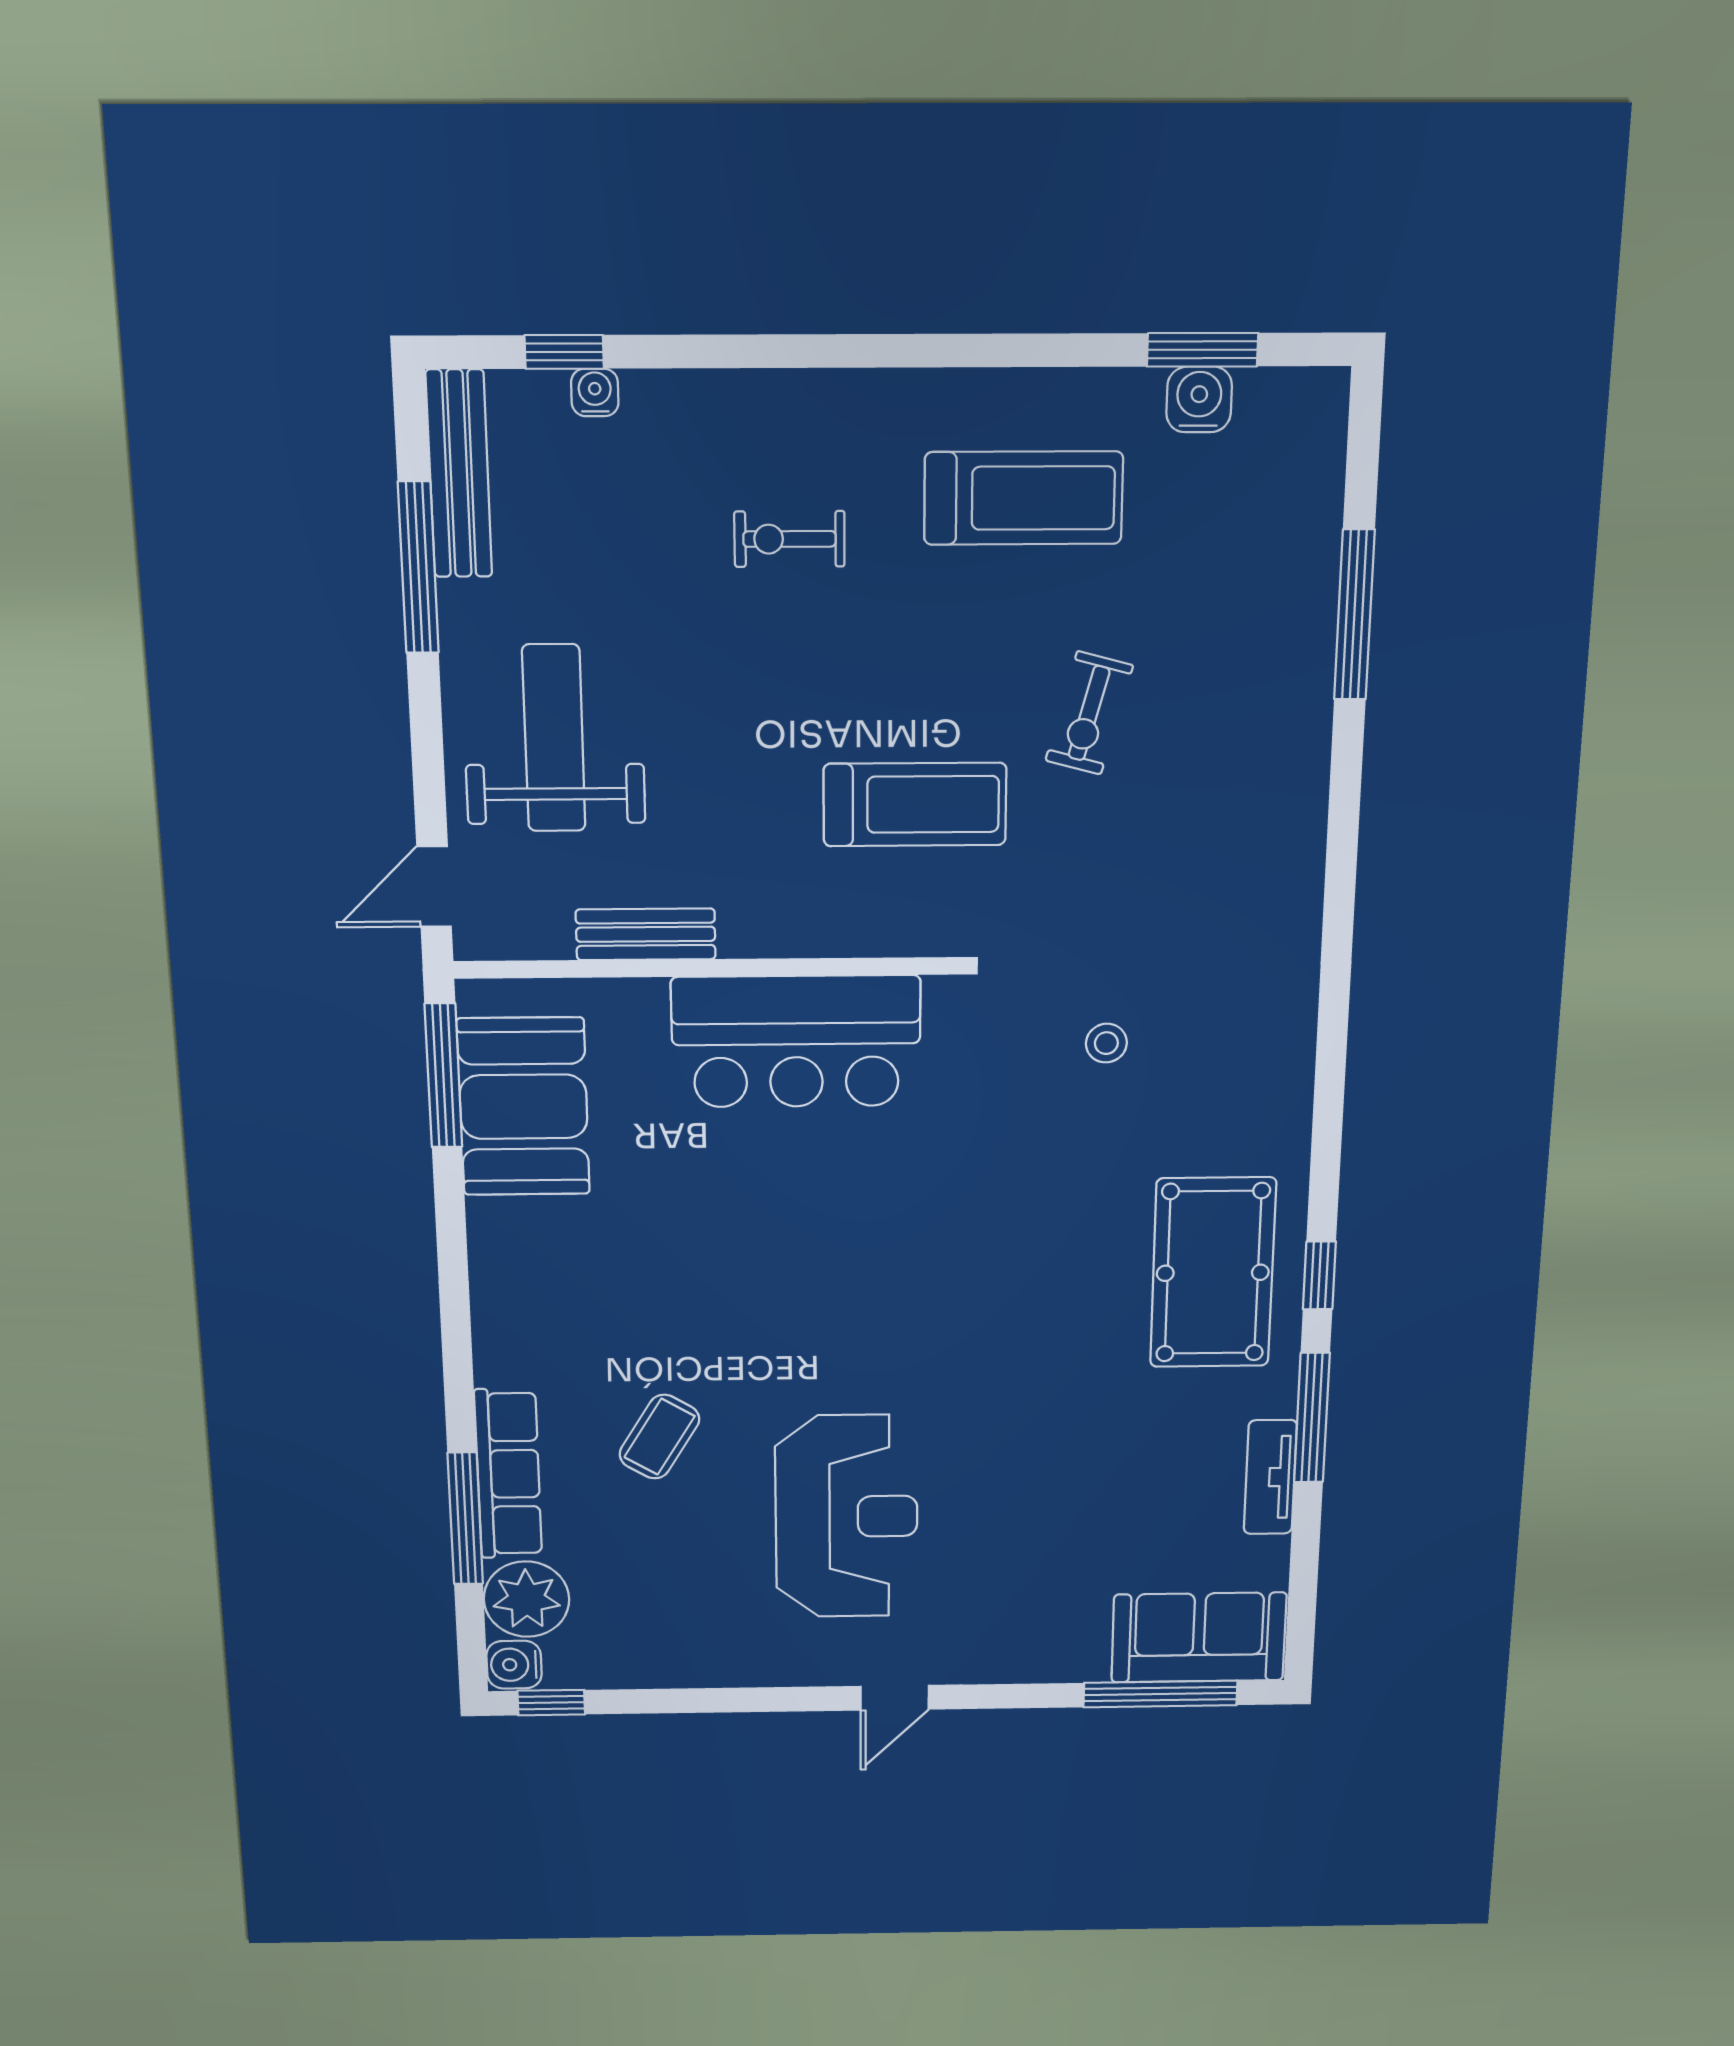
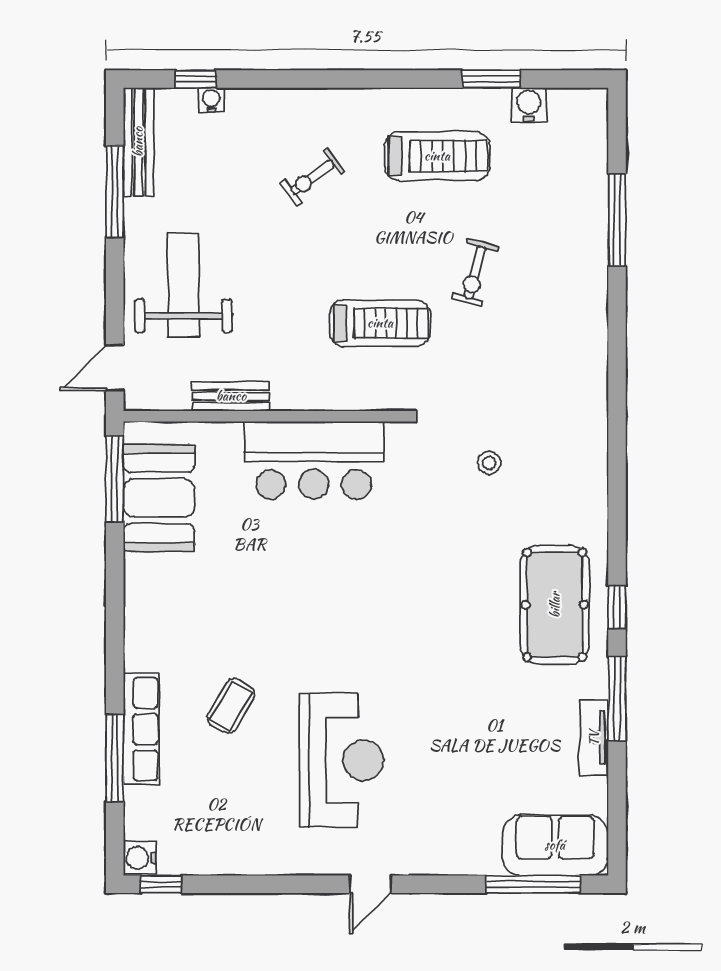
window: (1203, 350) -> (491, 79), moved
exercise bike: (789, 539) -> (313, 177), turned -36
plant: (526, 1599) -> (149, 813), removed

